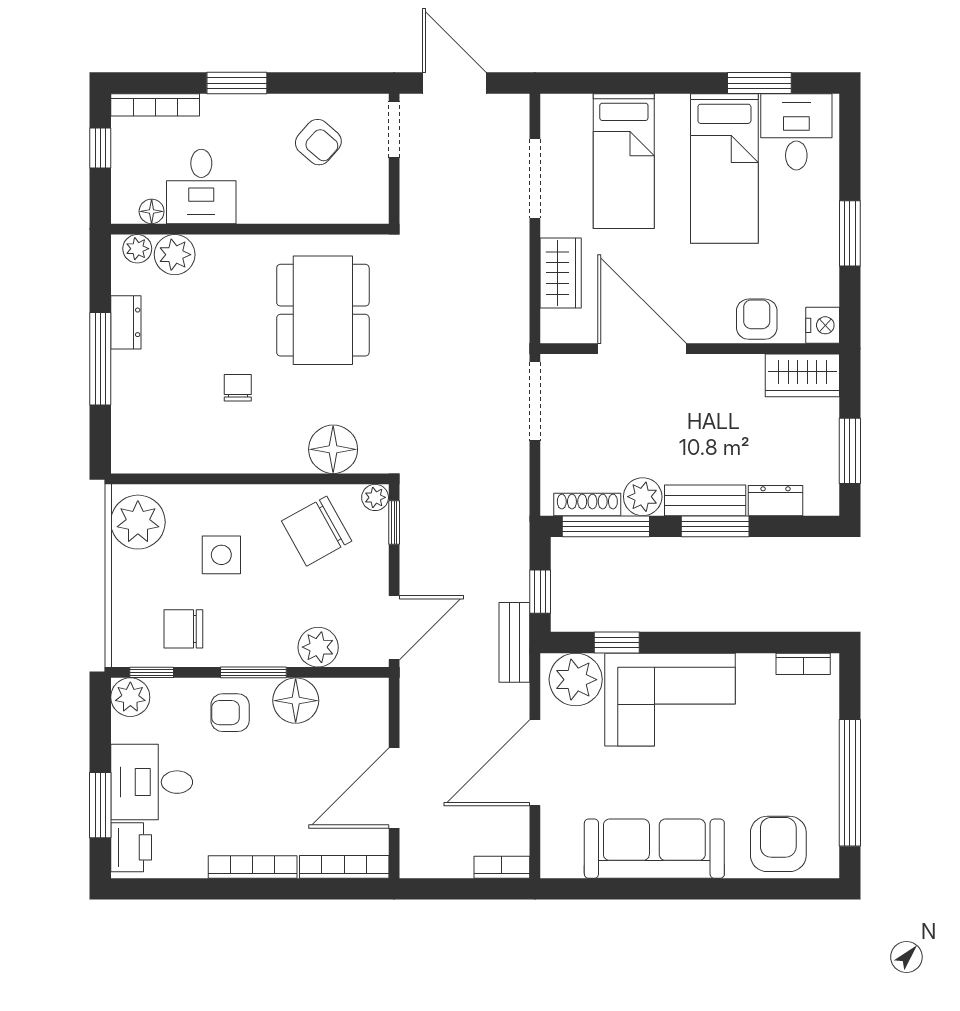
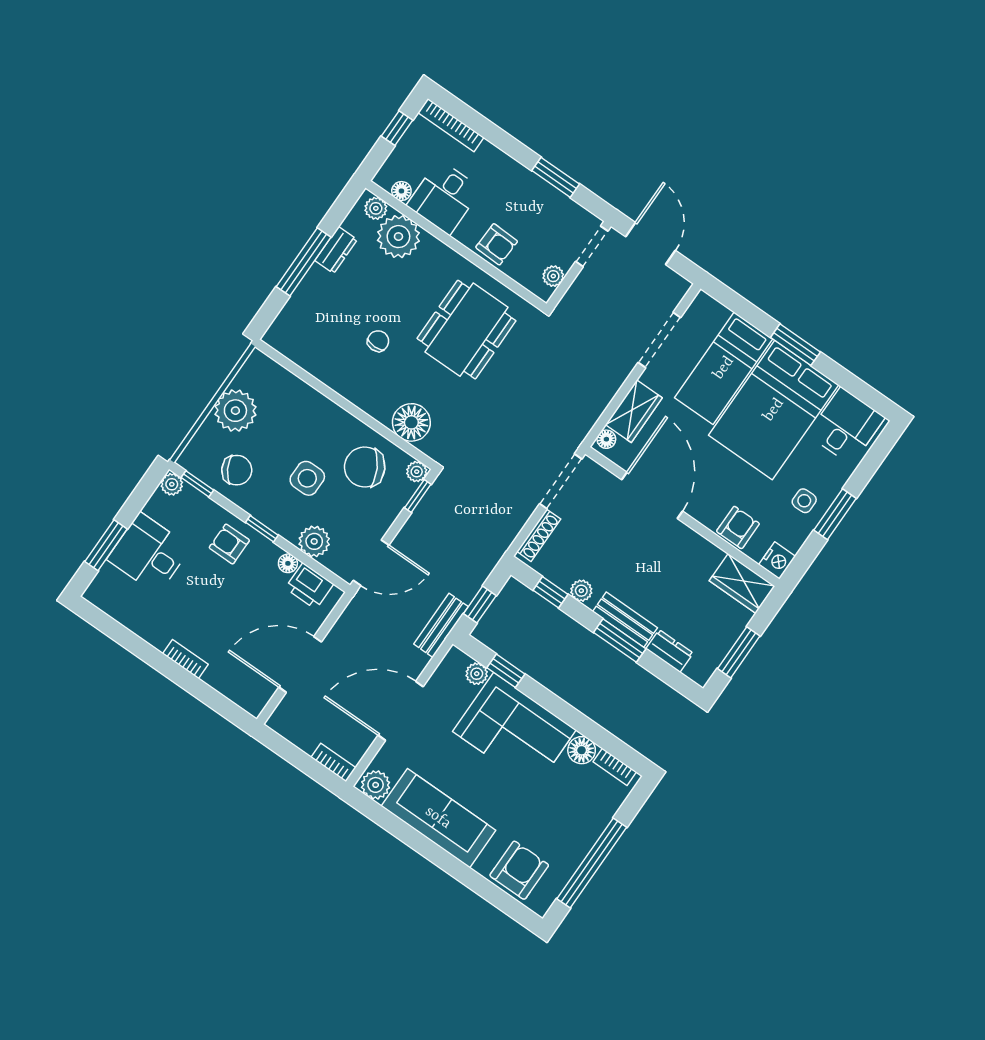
window: (237, 83) -> (556, 177), moved
window: (759, 83) -> (795, 345), moved
armchair: (318, 142) -> (497, 244), moved, turned -39
bed: (724, 168) -> (774, 410), width x1.50
plant: (375, 189) -> (553, 276), added
side table: (807, 242) -> (804, 501), added
plant: (175, 255) -> (398, 237), width x1.36, depth x1.36
floor lamp: (552, 323) -> (606, 439), added
plant: (643, 497) -> (581, 591), width x0.73, depth x0.73
shoe rack: (587, 505) -> (539, 535), moved, turned 90
plant: (138, 522) -> (235, 411), moved
window: (606, 526) -> (550, 592), width x0.46
side table: (221, 555) -> (307, 478), moved
chair: (183, 629) -> (237, 470), turned 150
floor lamp: (756, 671) -> (582, 750), added
window: (253, 672) -> (262, 529), width x0.67
plant: (576, 680) -> (477, 674), width x0.53, depth x0.53
plant: (130, 697) -> (172, 484), width x0.73, depth x0.73
floor lamp: (296, 701) -> (288, 563), width x0.53, depth x0.53
printer: (131, 847) -> (309, 586), moved, turned 90
plant: (563, 860) -> (376, 785), added
bookcase: (253, 867) -> (185, 659), width x0.64
bookcase: (344, 867) -> (234, 693), removed

